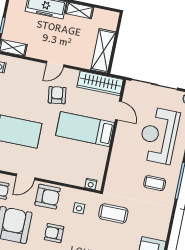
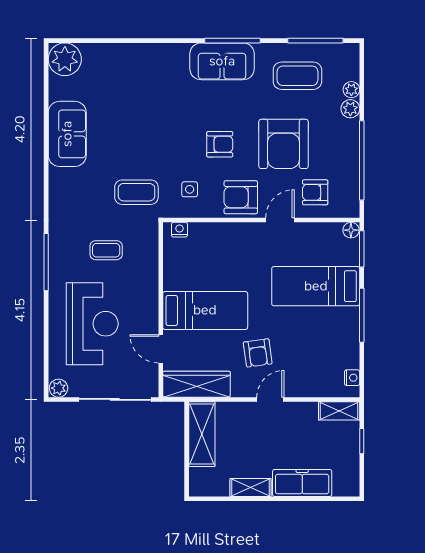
coffee table: (155, 183) -> (106, 250), moved

